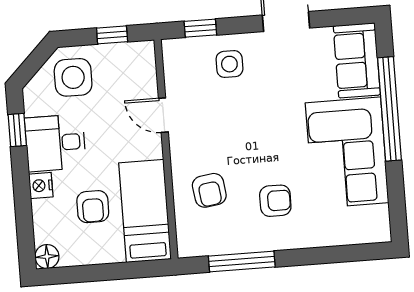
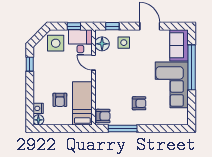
floor lamp: (180, 71) -> (102, 44), added
desk: (55, 143) -> (80, 42), moved, turned 90
nightstand: (41, 186) -> (38, 108), moved
armchair: (209, 190) -> (103, 116), moved, turned -82

